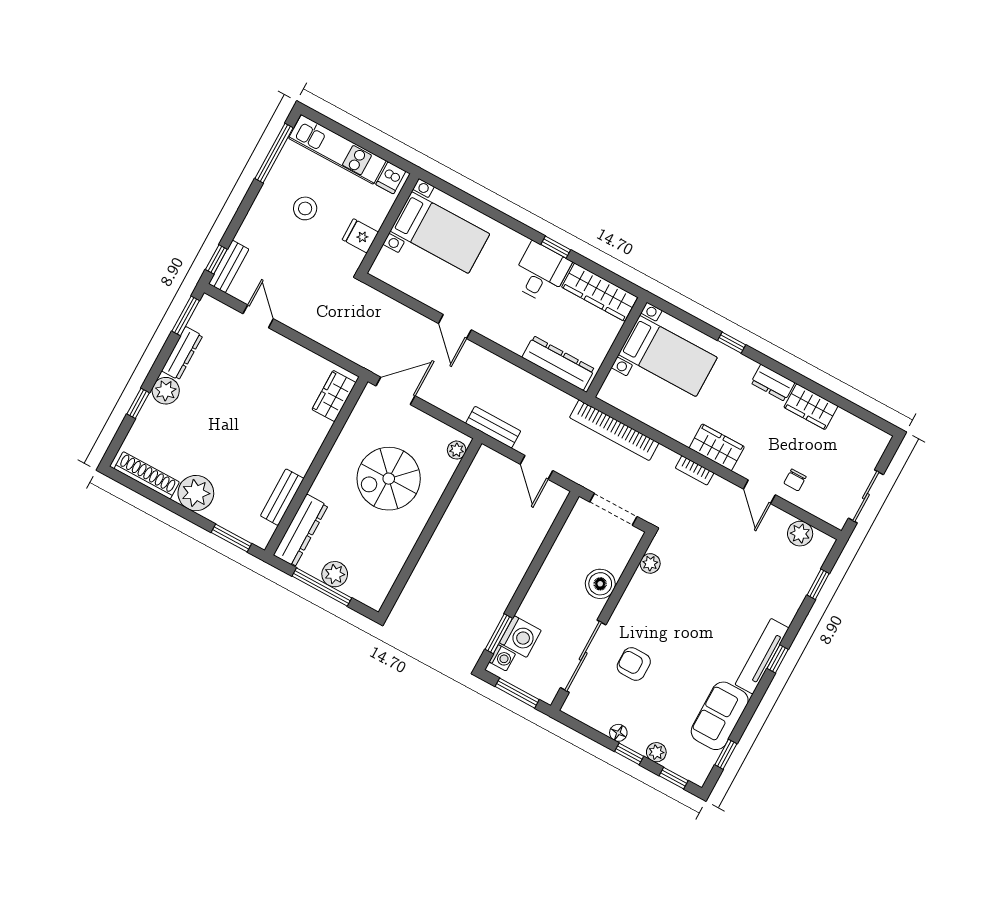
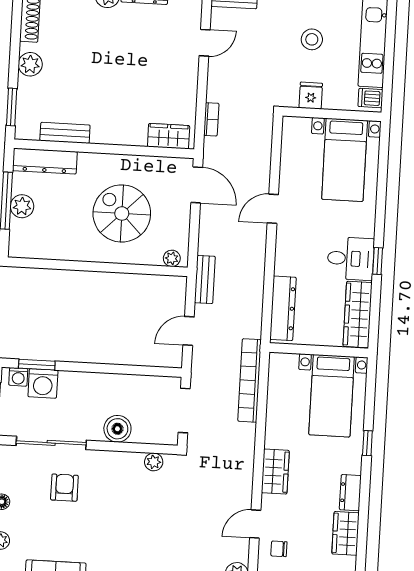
bookcase: (695, 470) -> (211, 119), moved, turned 180
plant: (196, 493) -> (30, 64), width x0.73, depth x0.73

